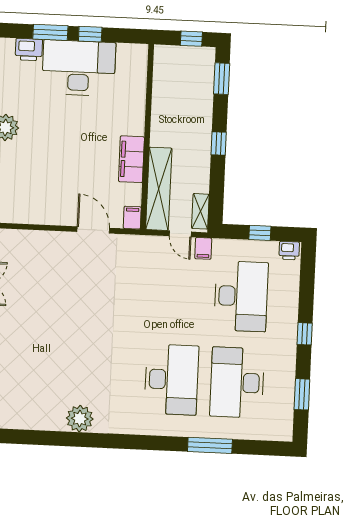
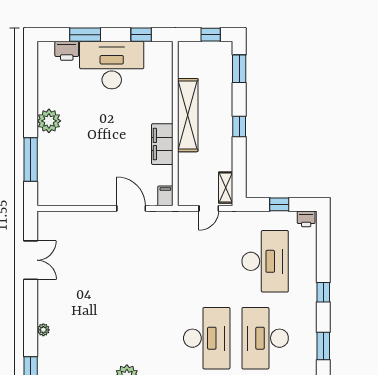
window: (90, 34) -> (141, 35), moved
shelving: (159, 189) -> (188, 115), moved
door: (180, 234) -> (209, 208), hinge flipped
filing cabinet: (203, 248) -> (230, 220), removed

